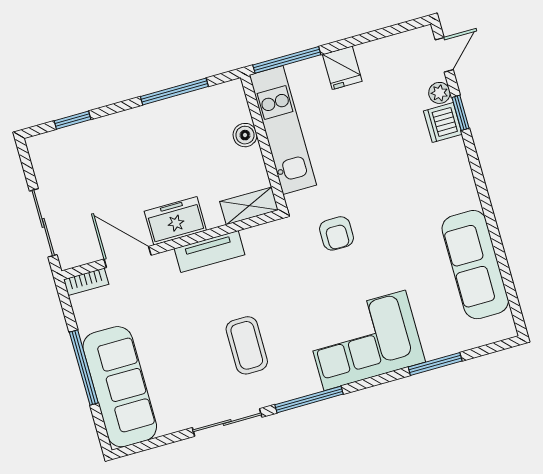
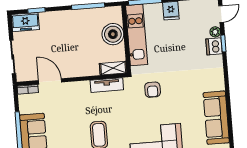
boiler: (245, 135) -> (113, 34), width x1.86, depth x1.86
freezer: (175, 221) -> (25, 22), moved, turned 180
tv unit: (209, 252) -> (107, 85), moved

